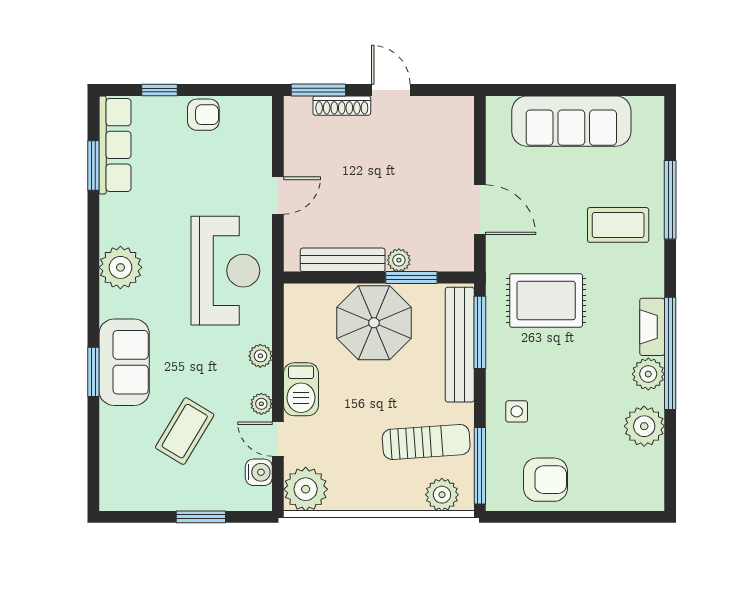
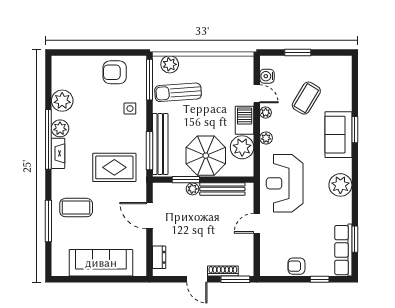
dresser: (462, 131) -> (159, 257), added
plant: (306, 489) -> (242, 147), moved

